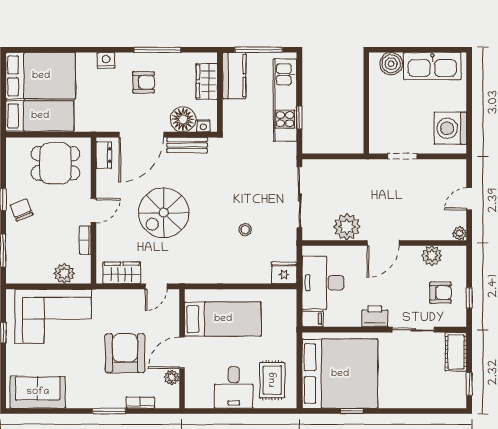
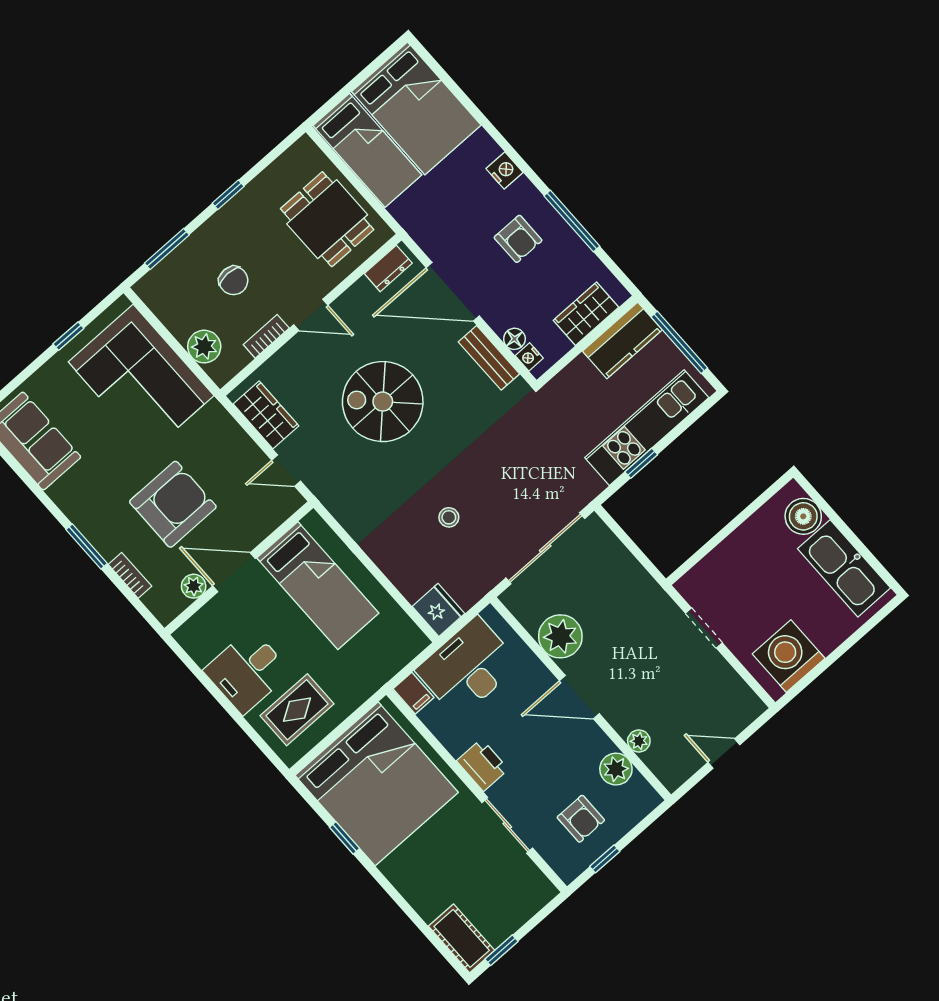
floor lamp: (183, 119) -> (514, 339), width x0.53, depth x0.53
chair: (22, 210) -> (233, 281), moved, turned 112
plant: (460, 233) -> (639, 741), moved
cot: (456, 352) -> (462, 938), moved, turned 90

